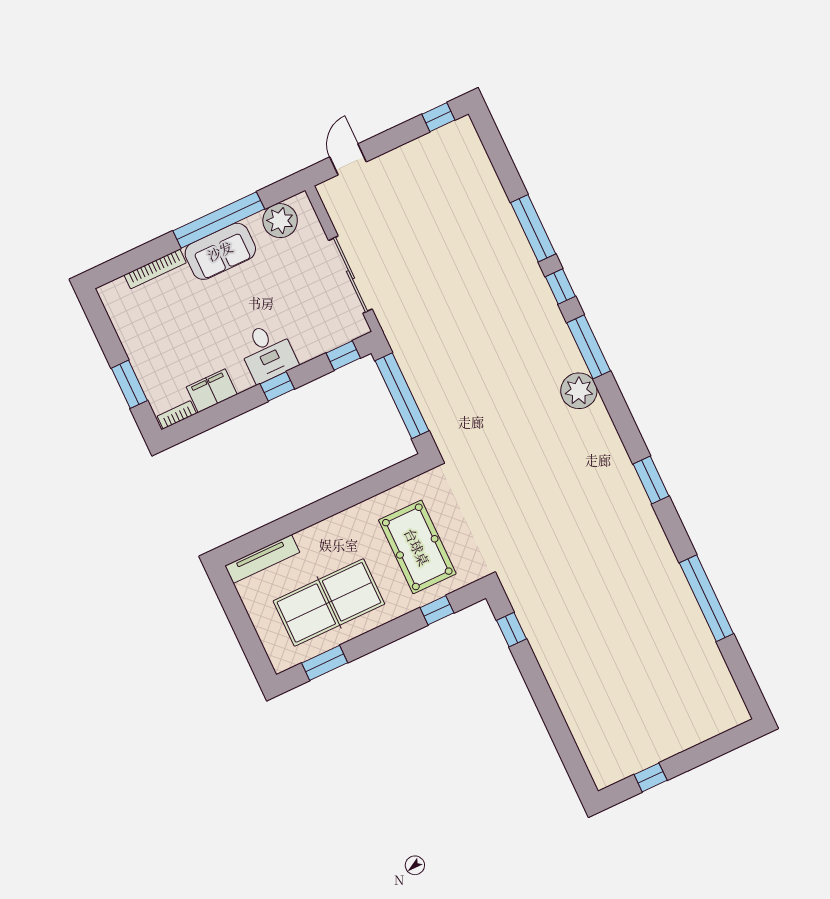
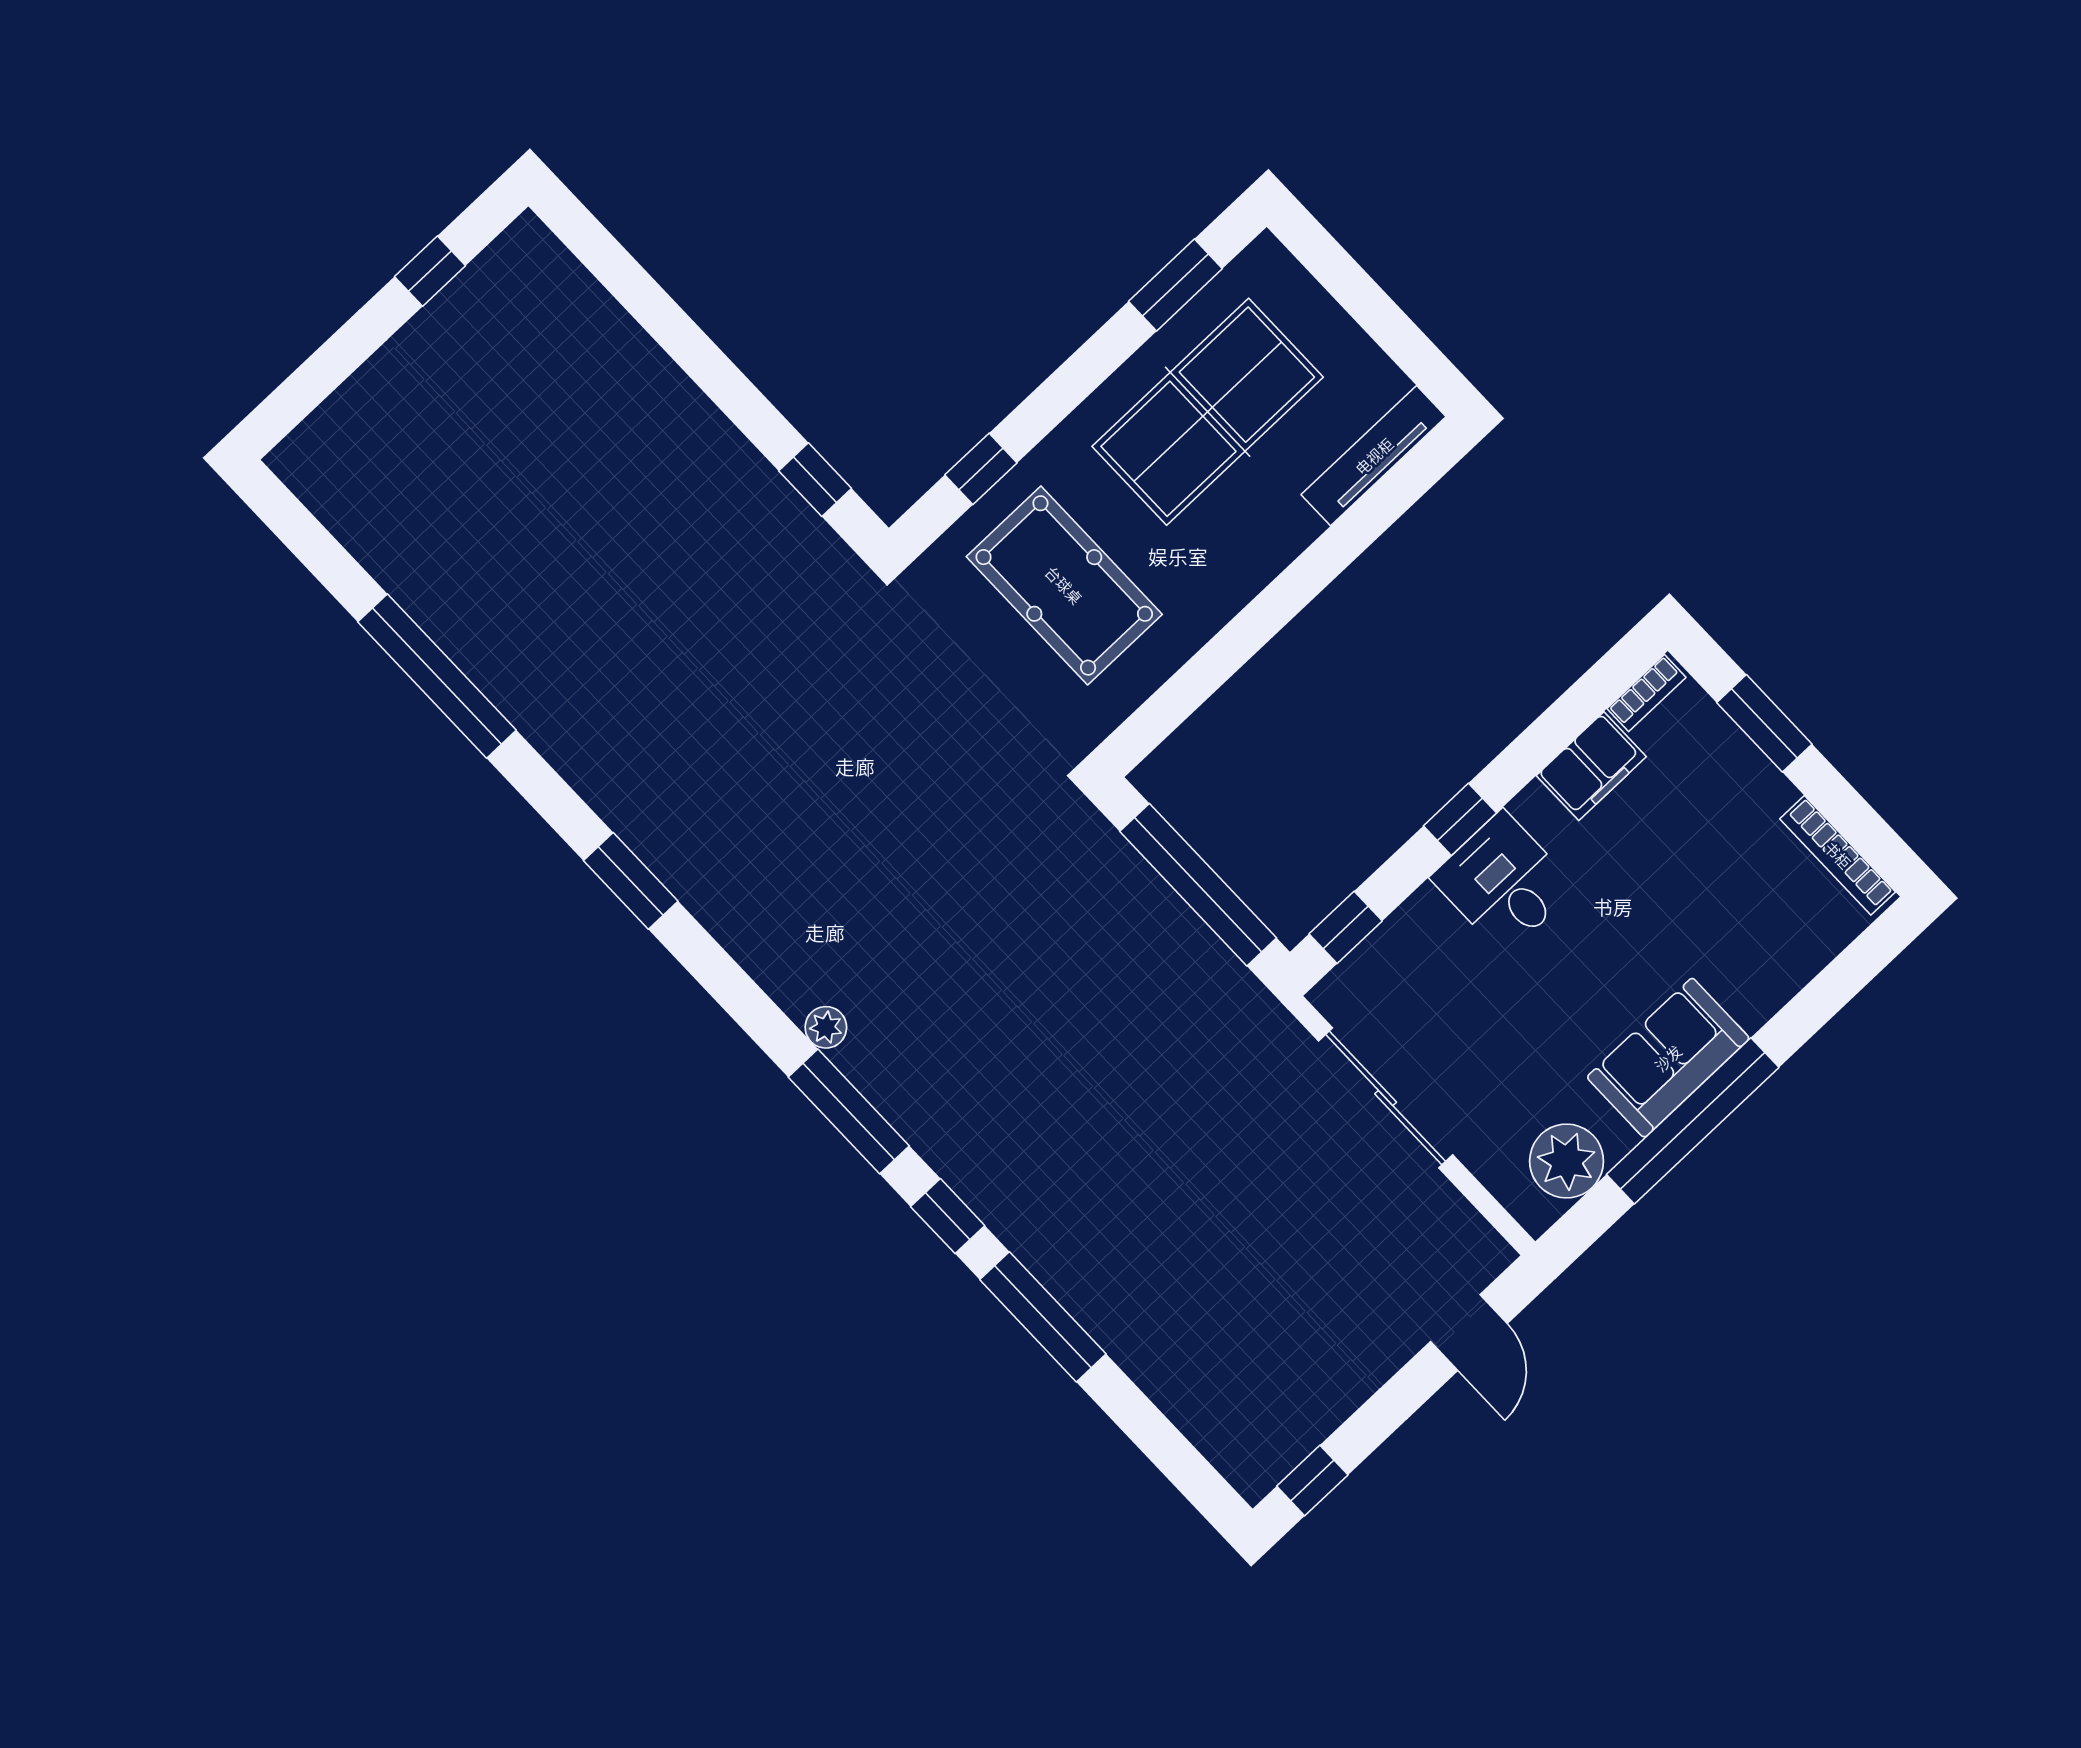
bookcase: (155, 269) -> (1838, 855), moved, turned -90
plant: (579, 391) -> (826, 1027), width x0.53, depth x0.53

